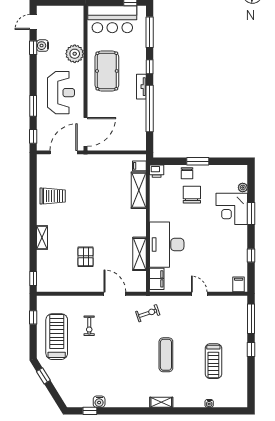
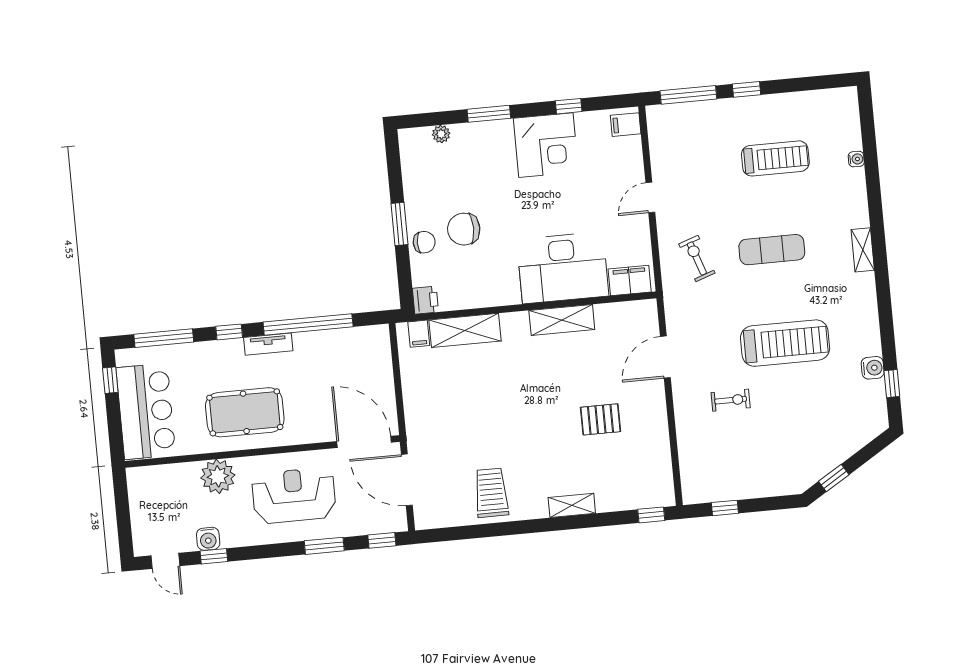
corner desk: (232, 209) -> (546, 145), moved
shelving: (139, 254) -> (562, 320), moved
exercise bike: (148, 313) -> (697, 258), moved
treadmill: (57, 337) -> (785, 343), moved, turned 180

